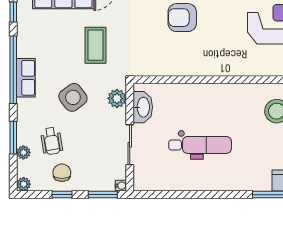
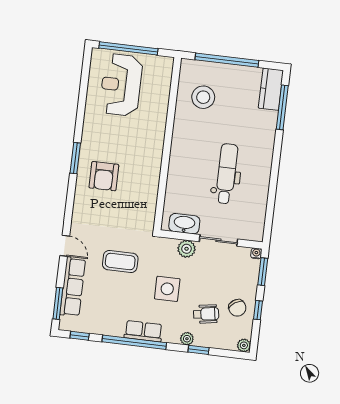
side table: (73, 97) -> (167, 289), turned 37
plant: (117, 98) -> (187, 249), moved
window: (13, 138) -> (199, 350), width x0.67
plant: (23, 152) -> (187, 339), moved
chair: (62, 173) -> (237, 308), turned -123

